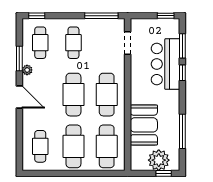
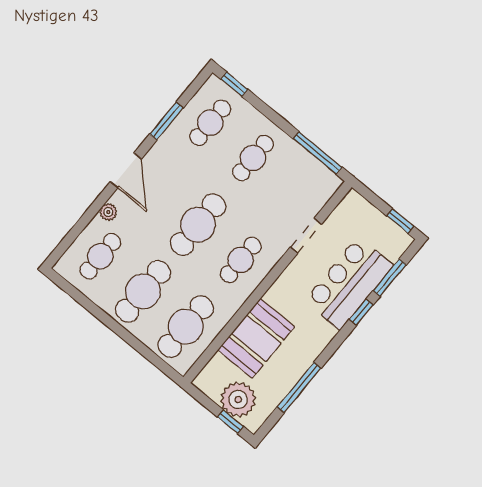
doorway: (128, 43) -> (306, 236), moved
plant: (27, 70) -> (108, 212), moved
cafe table: (107, 95) -> (241, 260), width x0.73, depth x0.74

